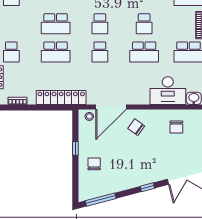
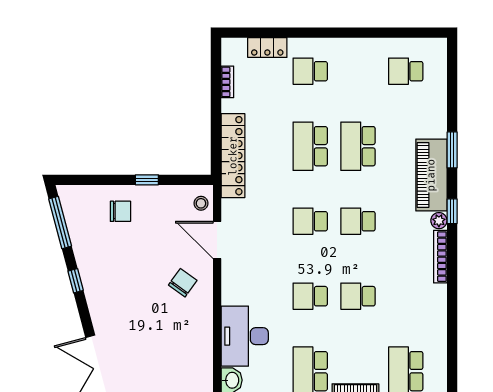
school desk: (144, 52) -> (310, 296), width x0.54
door: (111, 107) -> (217, 240), width x0.73
chair: (176, 127) -> (183, 351), removed
window: (147, 187) -> (76, 281), moved

